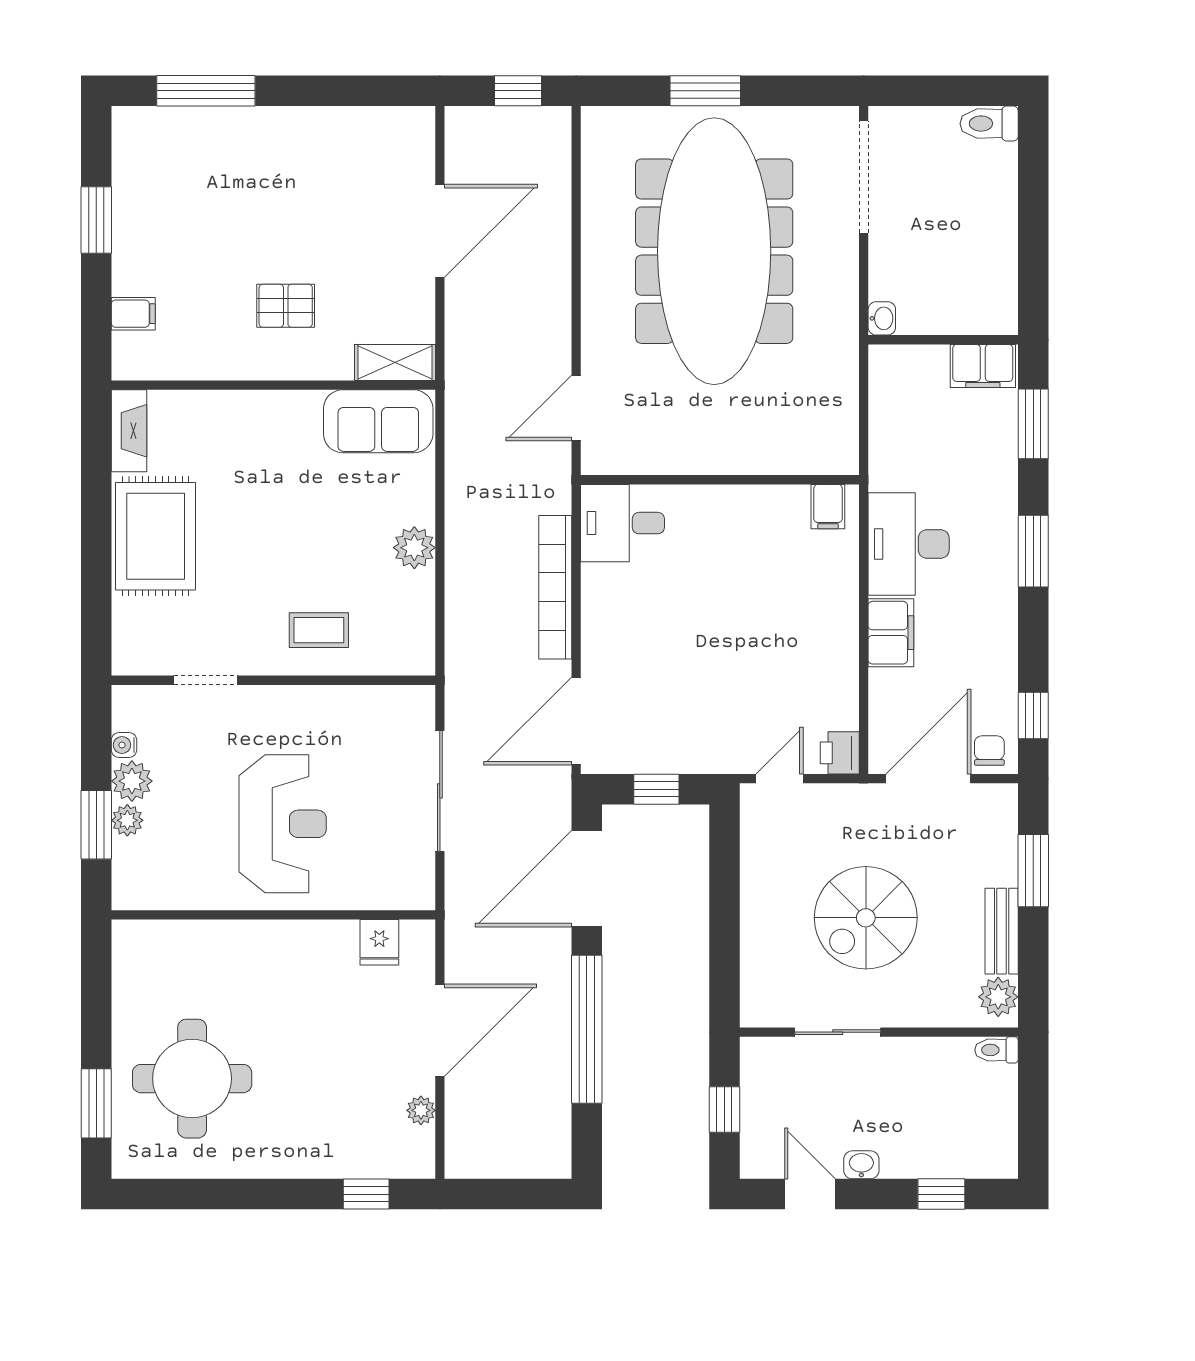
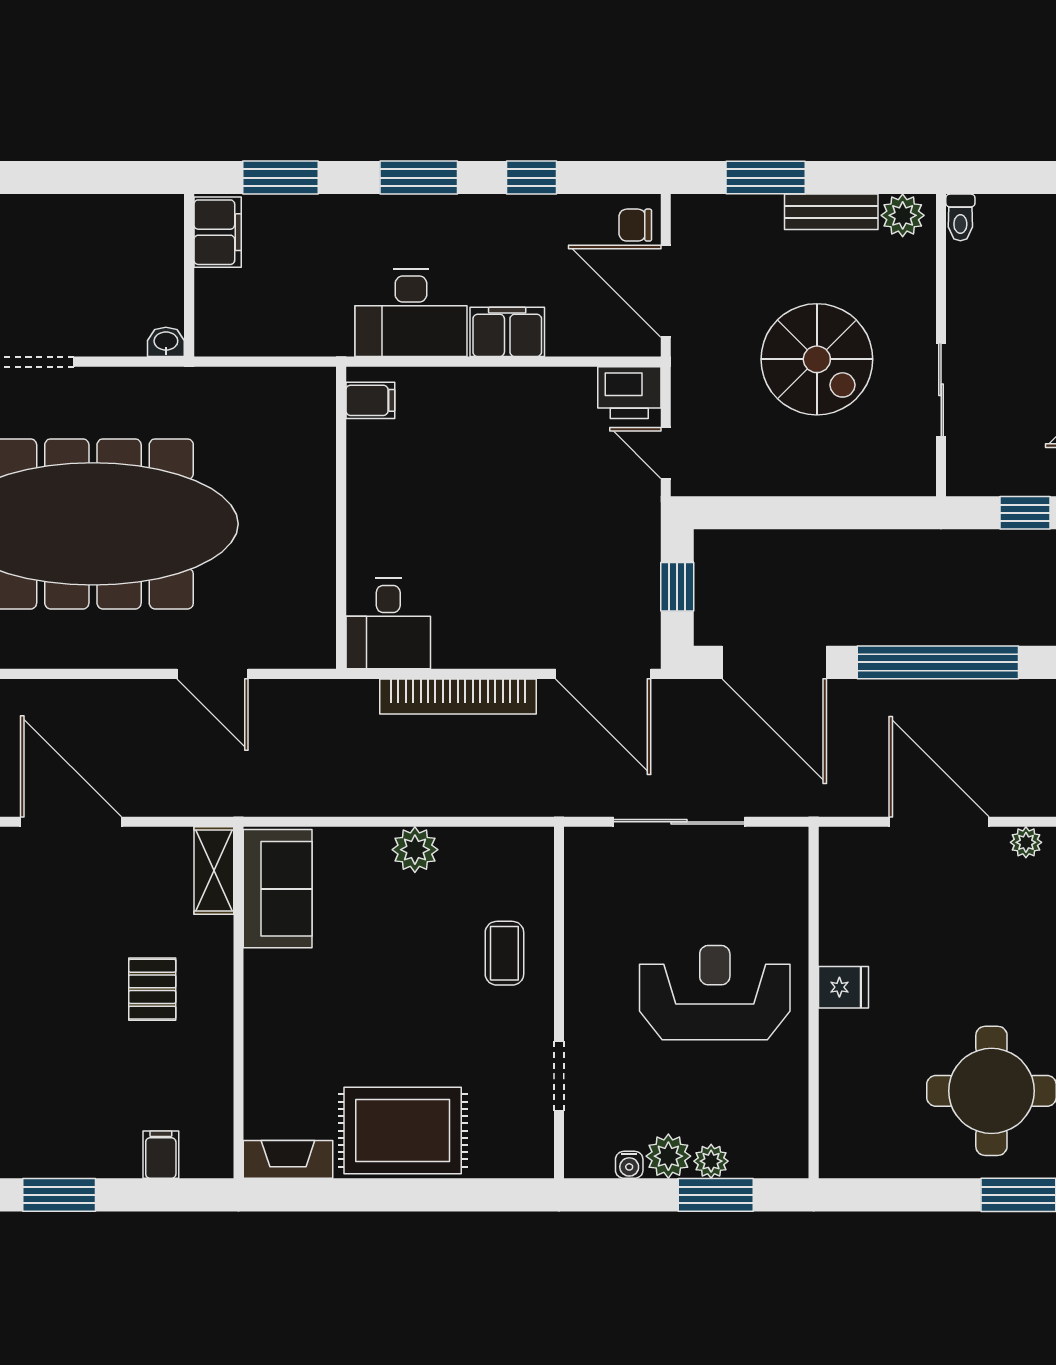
door: (576, 408) -> (213, 674), moved
window: (1033, 715) -> (532, 178), moved
printer: (840, 753) -> (629, 393), width x1.36, depth x1.24
fridge: (379, 942) -> (843, 987), moved

